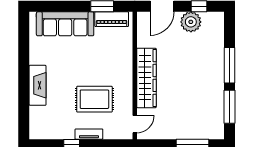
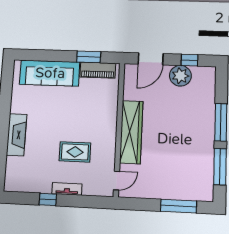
rug: (94, 99) -> (75, 152), width x0.73, depth x0.70

